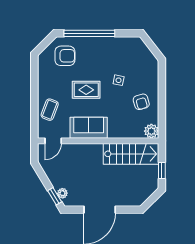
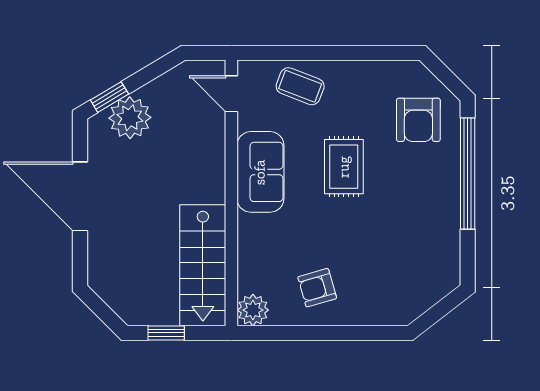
side table: (119, 80) -> (365, 238), removed
plant: (62, 193) -> (130, 118), width x1.88, depth x1.88

